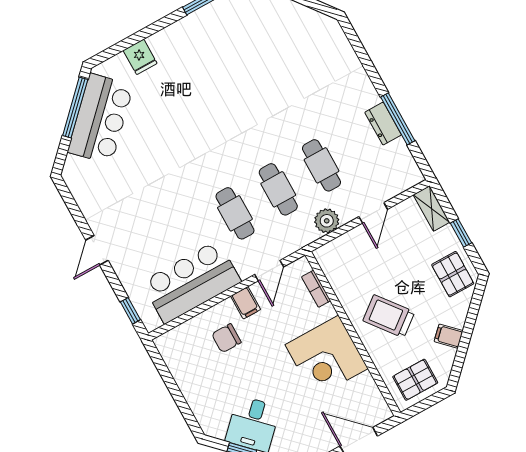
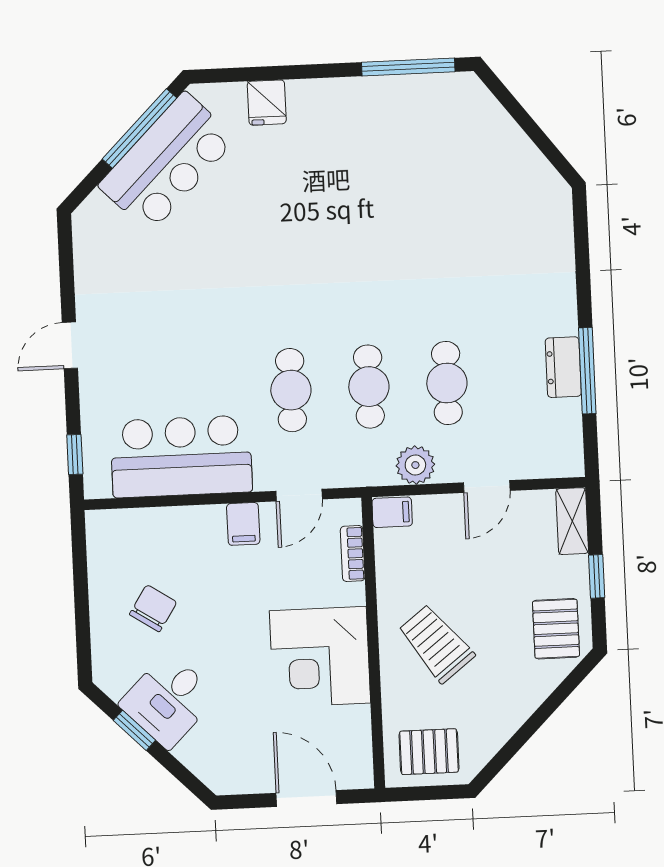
filing cabinet: (449, 336) -> (392, 512), moved, turned 135
chair: (226, 338) -> (153, 608), moved, turned 123

